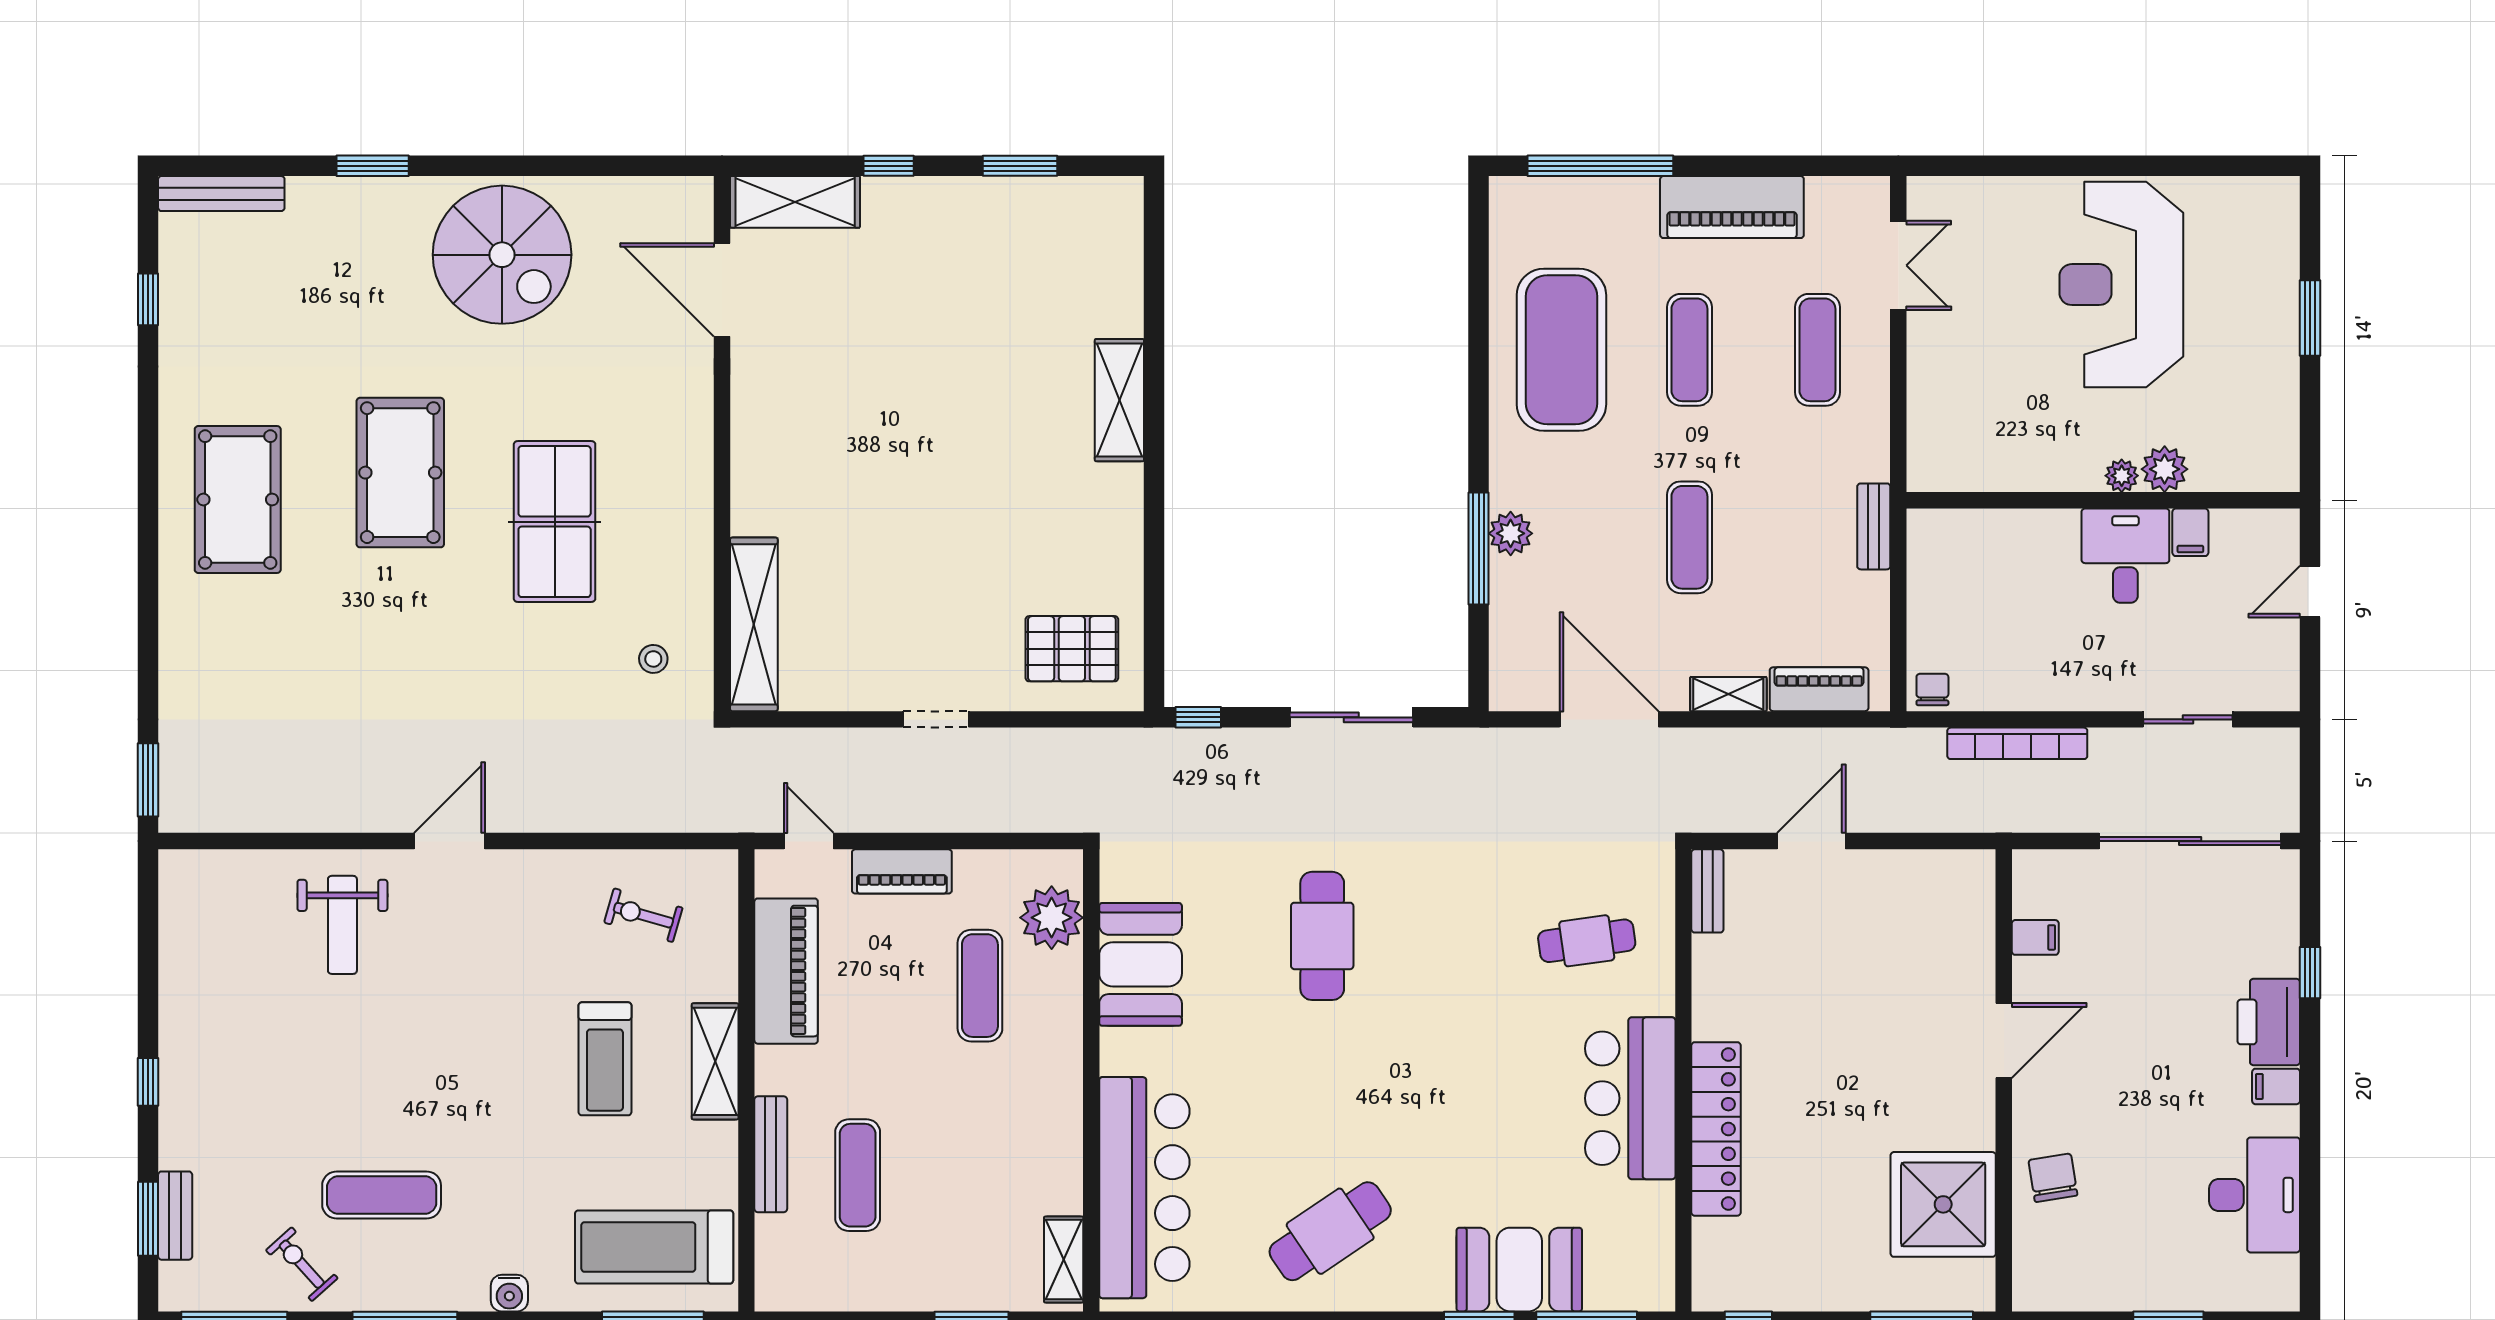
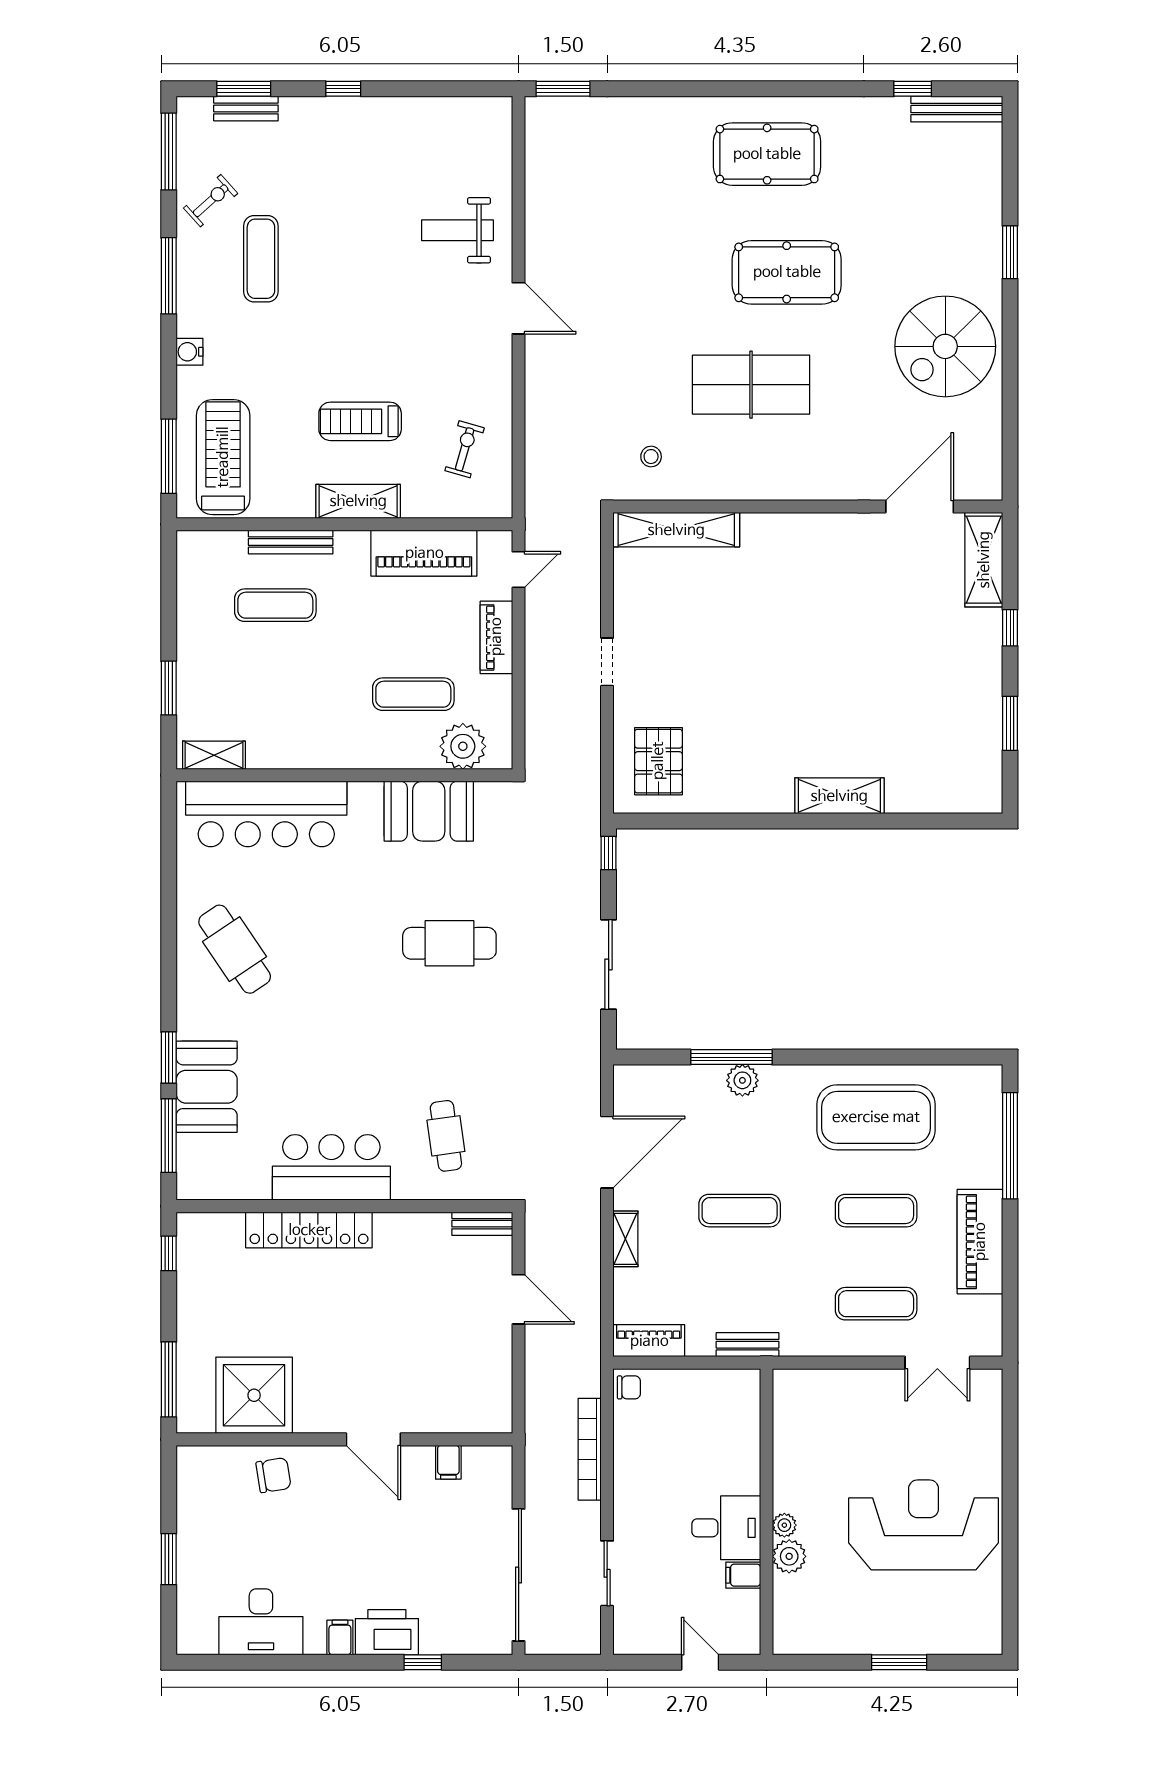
bench: (221, 194) -> (957, 109), moved, turned 90
piano: (1819, 689) -> (649, 1341), moved, turned -90

